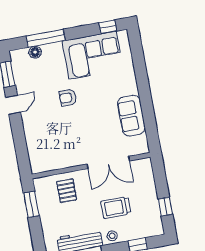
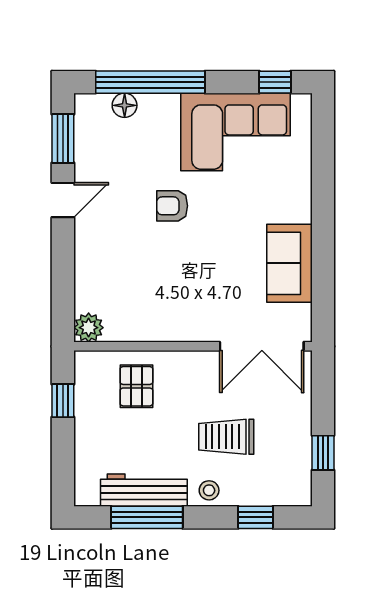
window: (46, 38) -> (150, 82), width x1.46
double door: (108, 162) -> (262, 346), moved
plant: (37, 166) -> (89, 328), added
window: (31, 204) -> (63, 401), width x0.67

